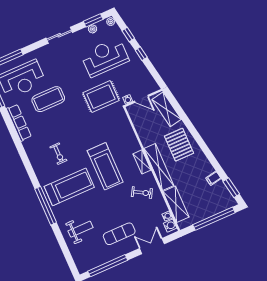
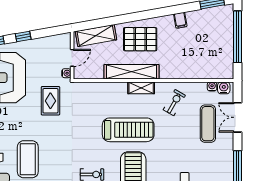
rug: (101, 97) -> (50, 101), width x0.73, depth x0.70
shelving: (159, 167) -> (132, 72), moved
filing cabinet: (213, 178) -> (180, 20), moved
shelving: (176, 204) -> (204, 71), removed
exercise mat: (119, 234) -> (208, 124), moved

